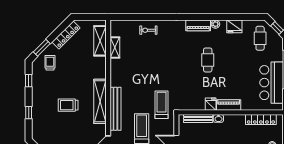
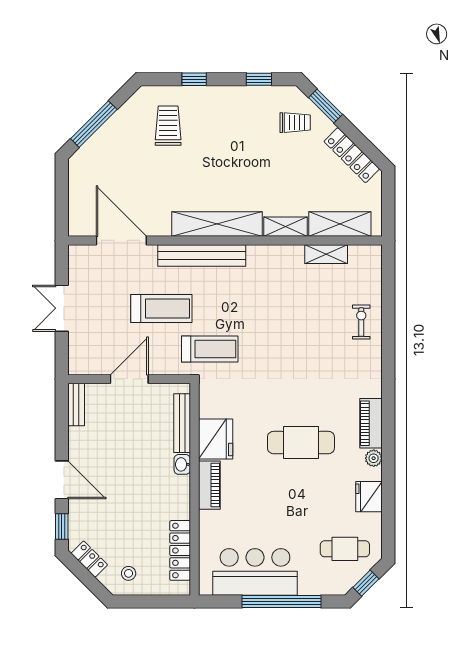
cafe table: (208, 60) -> (301, 443), width x1.37, depth x1.35
shelving: (101, 68) -> (285, 227), added
fridge: (211, 104) -> (216, 439), width x1.88, depth x1.34
trolley: (68, 105) -> (168, 126), moved

